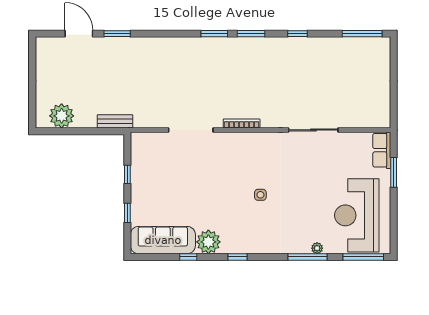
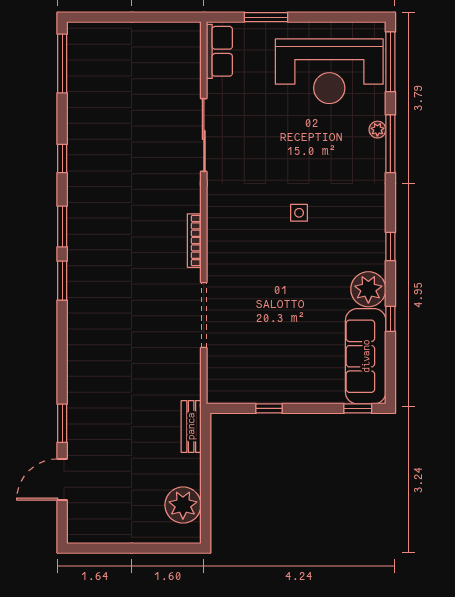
row of seats: (382, 150) -> (219, 51), moved, turned -90
window: (127, 213) -> (358, 408), moved

